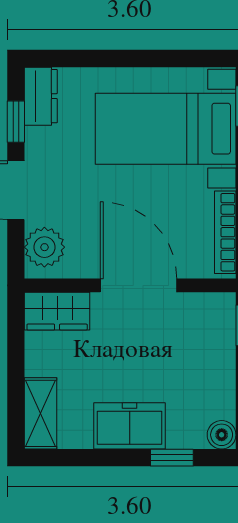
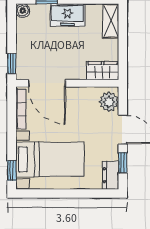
door: (139, 285) -> (47, 83), moved

